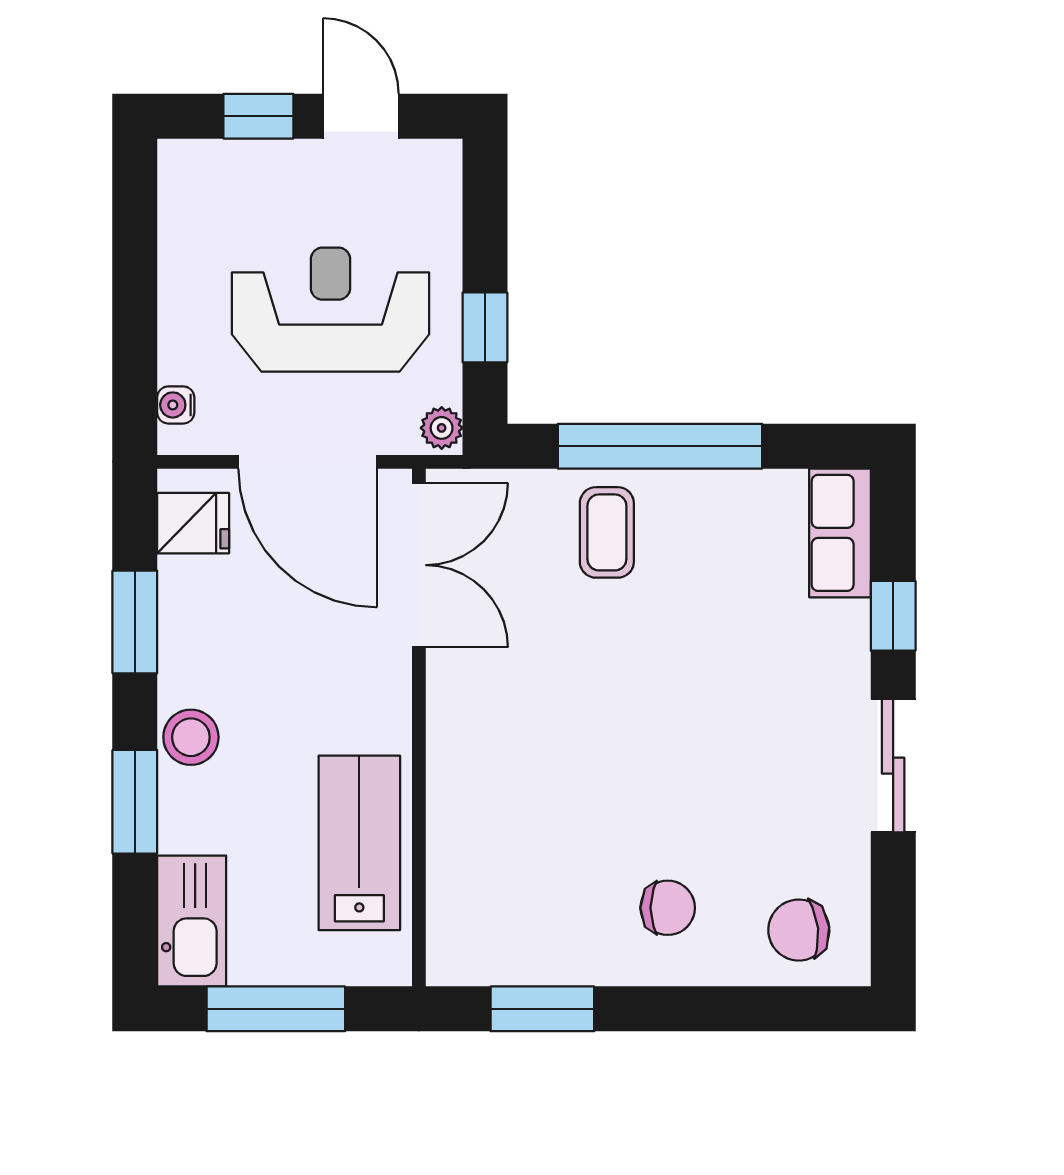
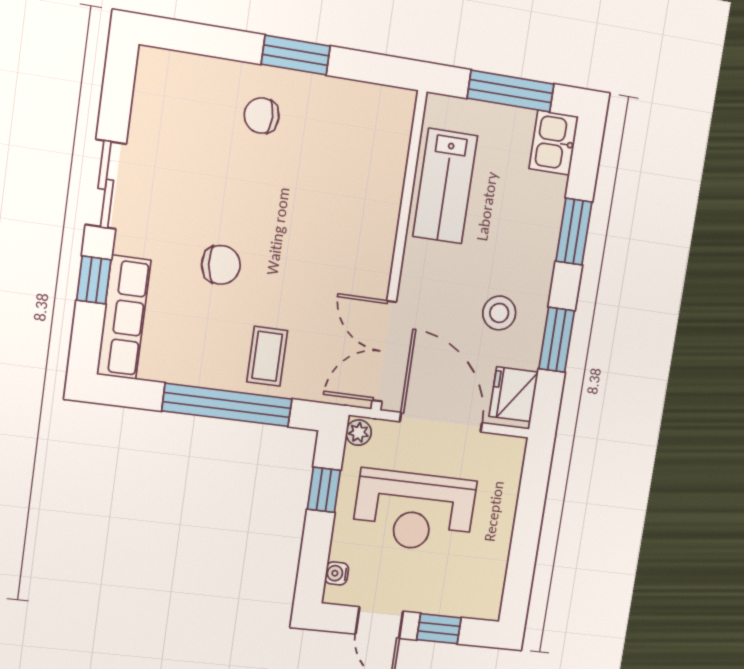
water cooler: (176, 405) -> (337, 573), moved, turned 180
fridge: (193, 523) -> (514, 394), width x1.38
row of seats: (840, 533) -> (124, 317), width x1.48
stool: (191, 737) -> (499, 313), moved
kitchen sink: (192, 921) -> (554, 143), width x0.73
chair: (799, 930) -> (221, 265), moved
window: (542, 1009) -> (296, 55), moved

